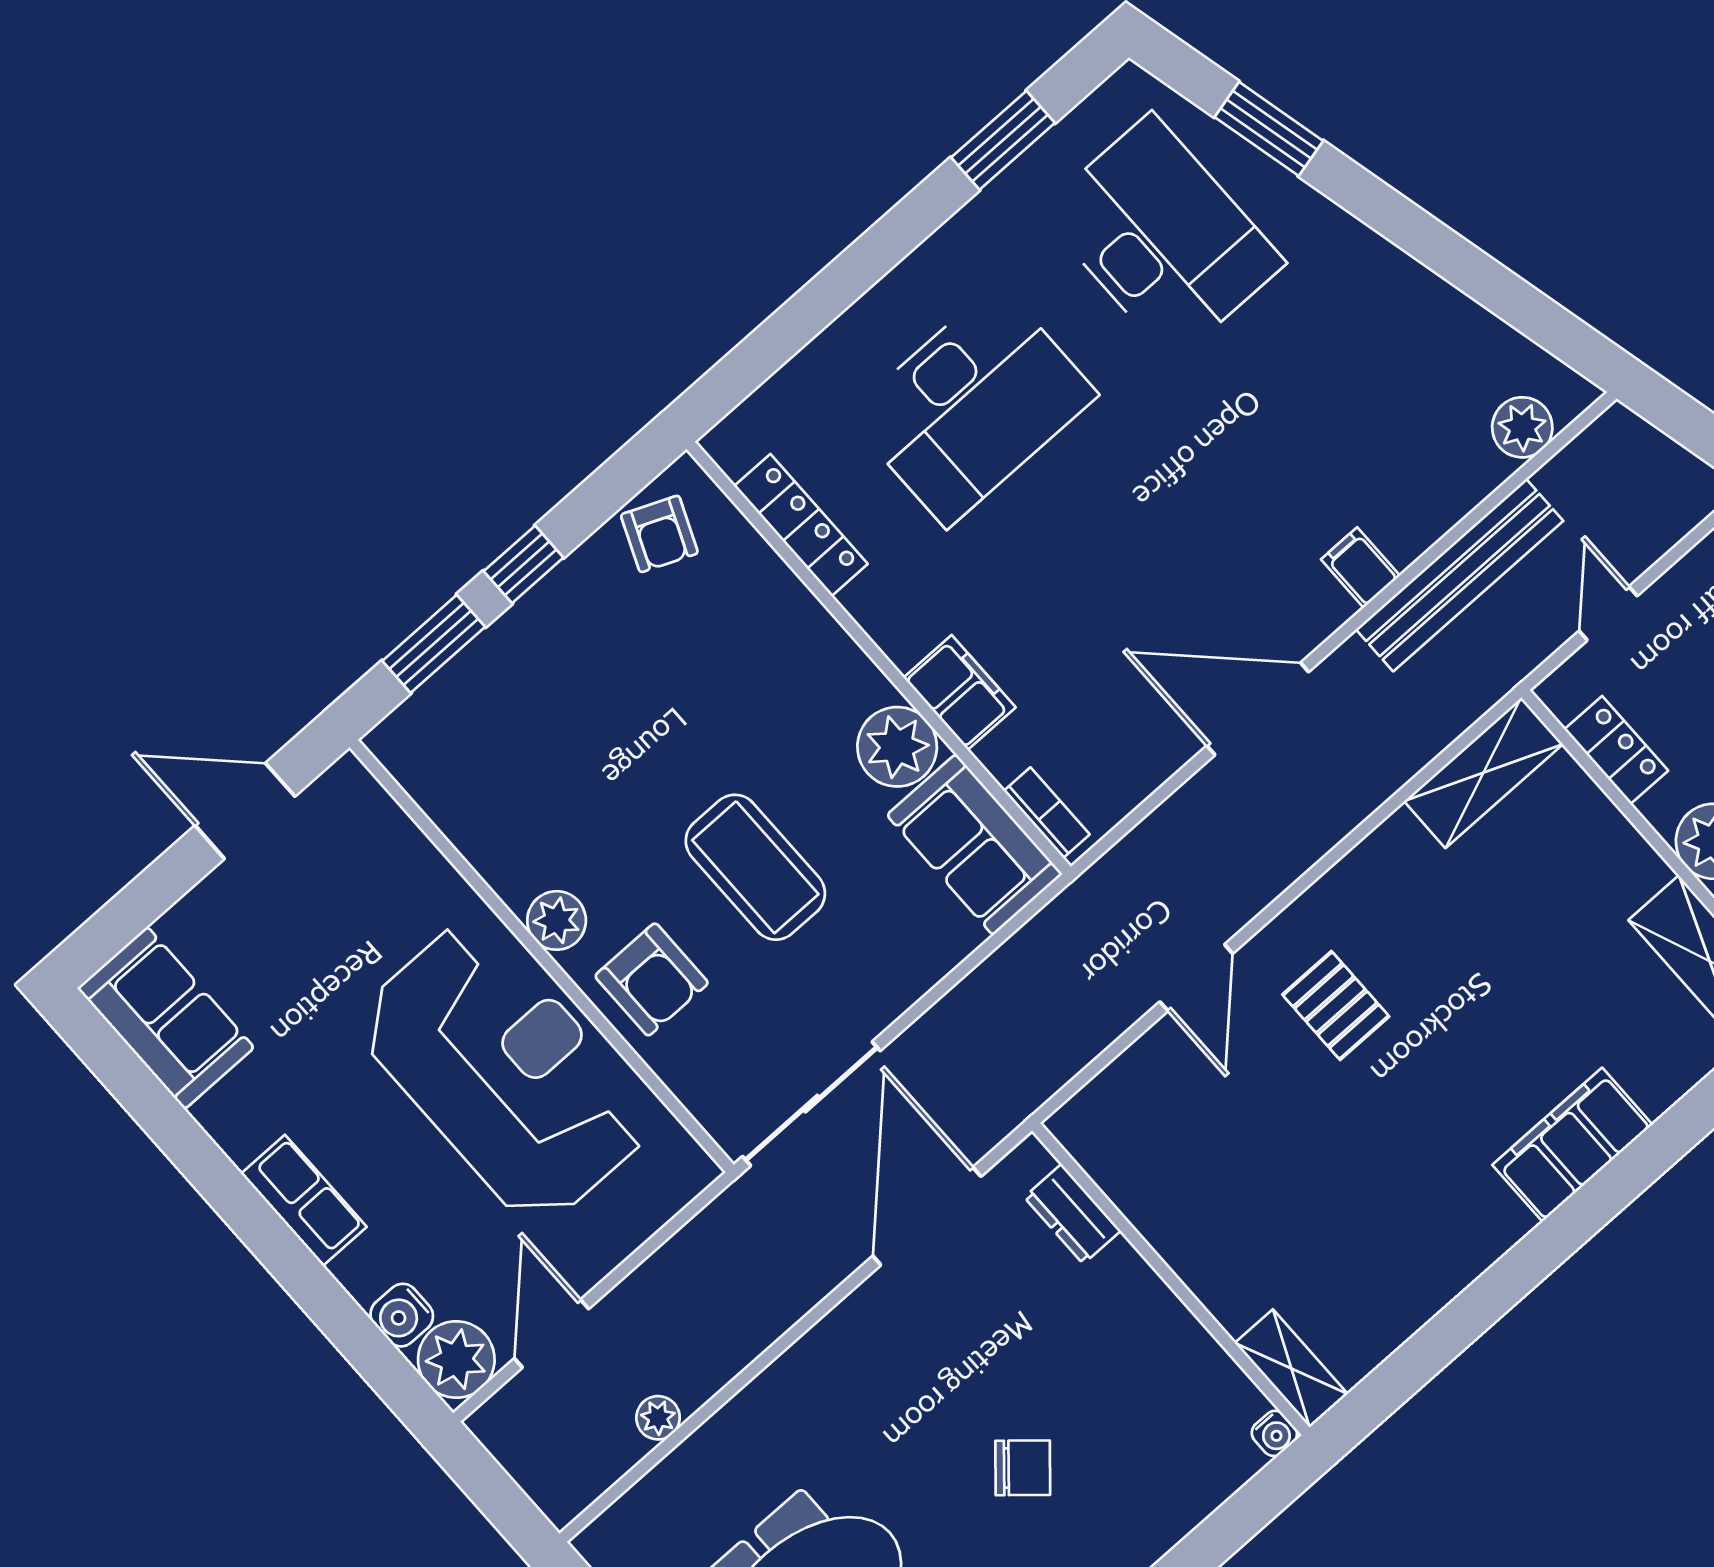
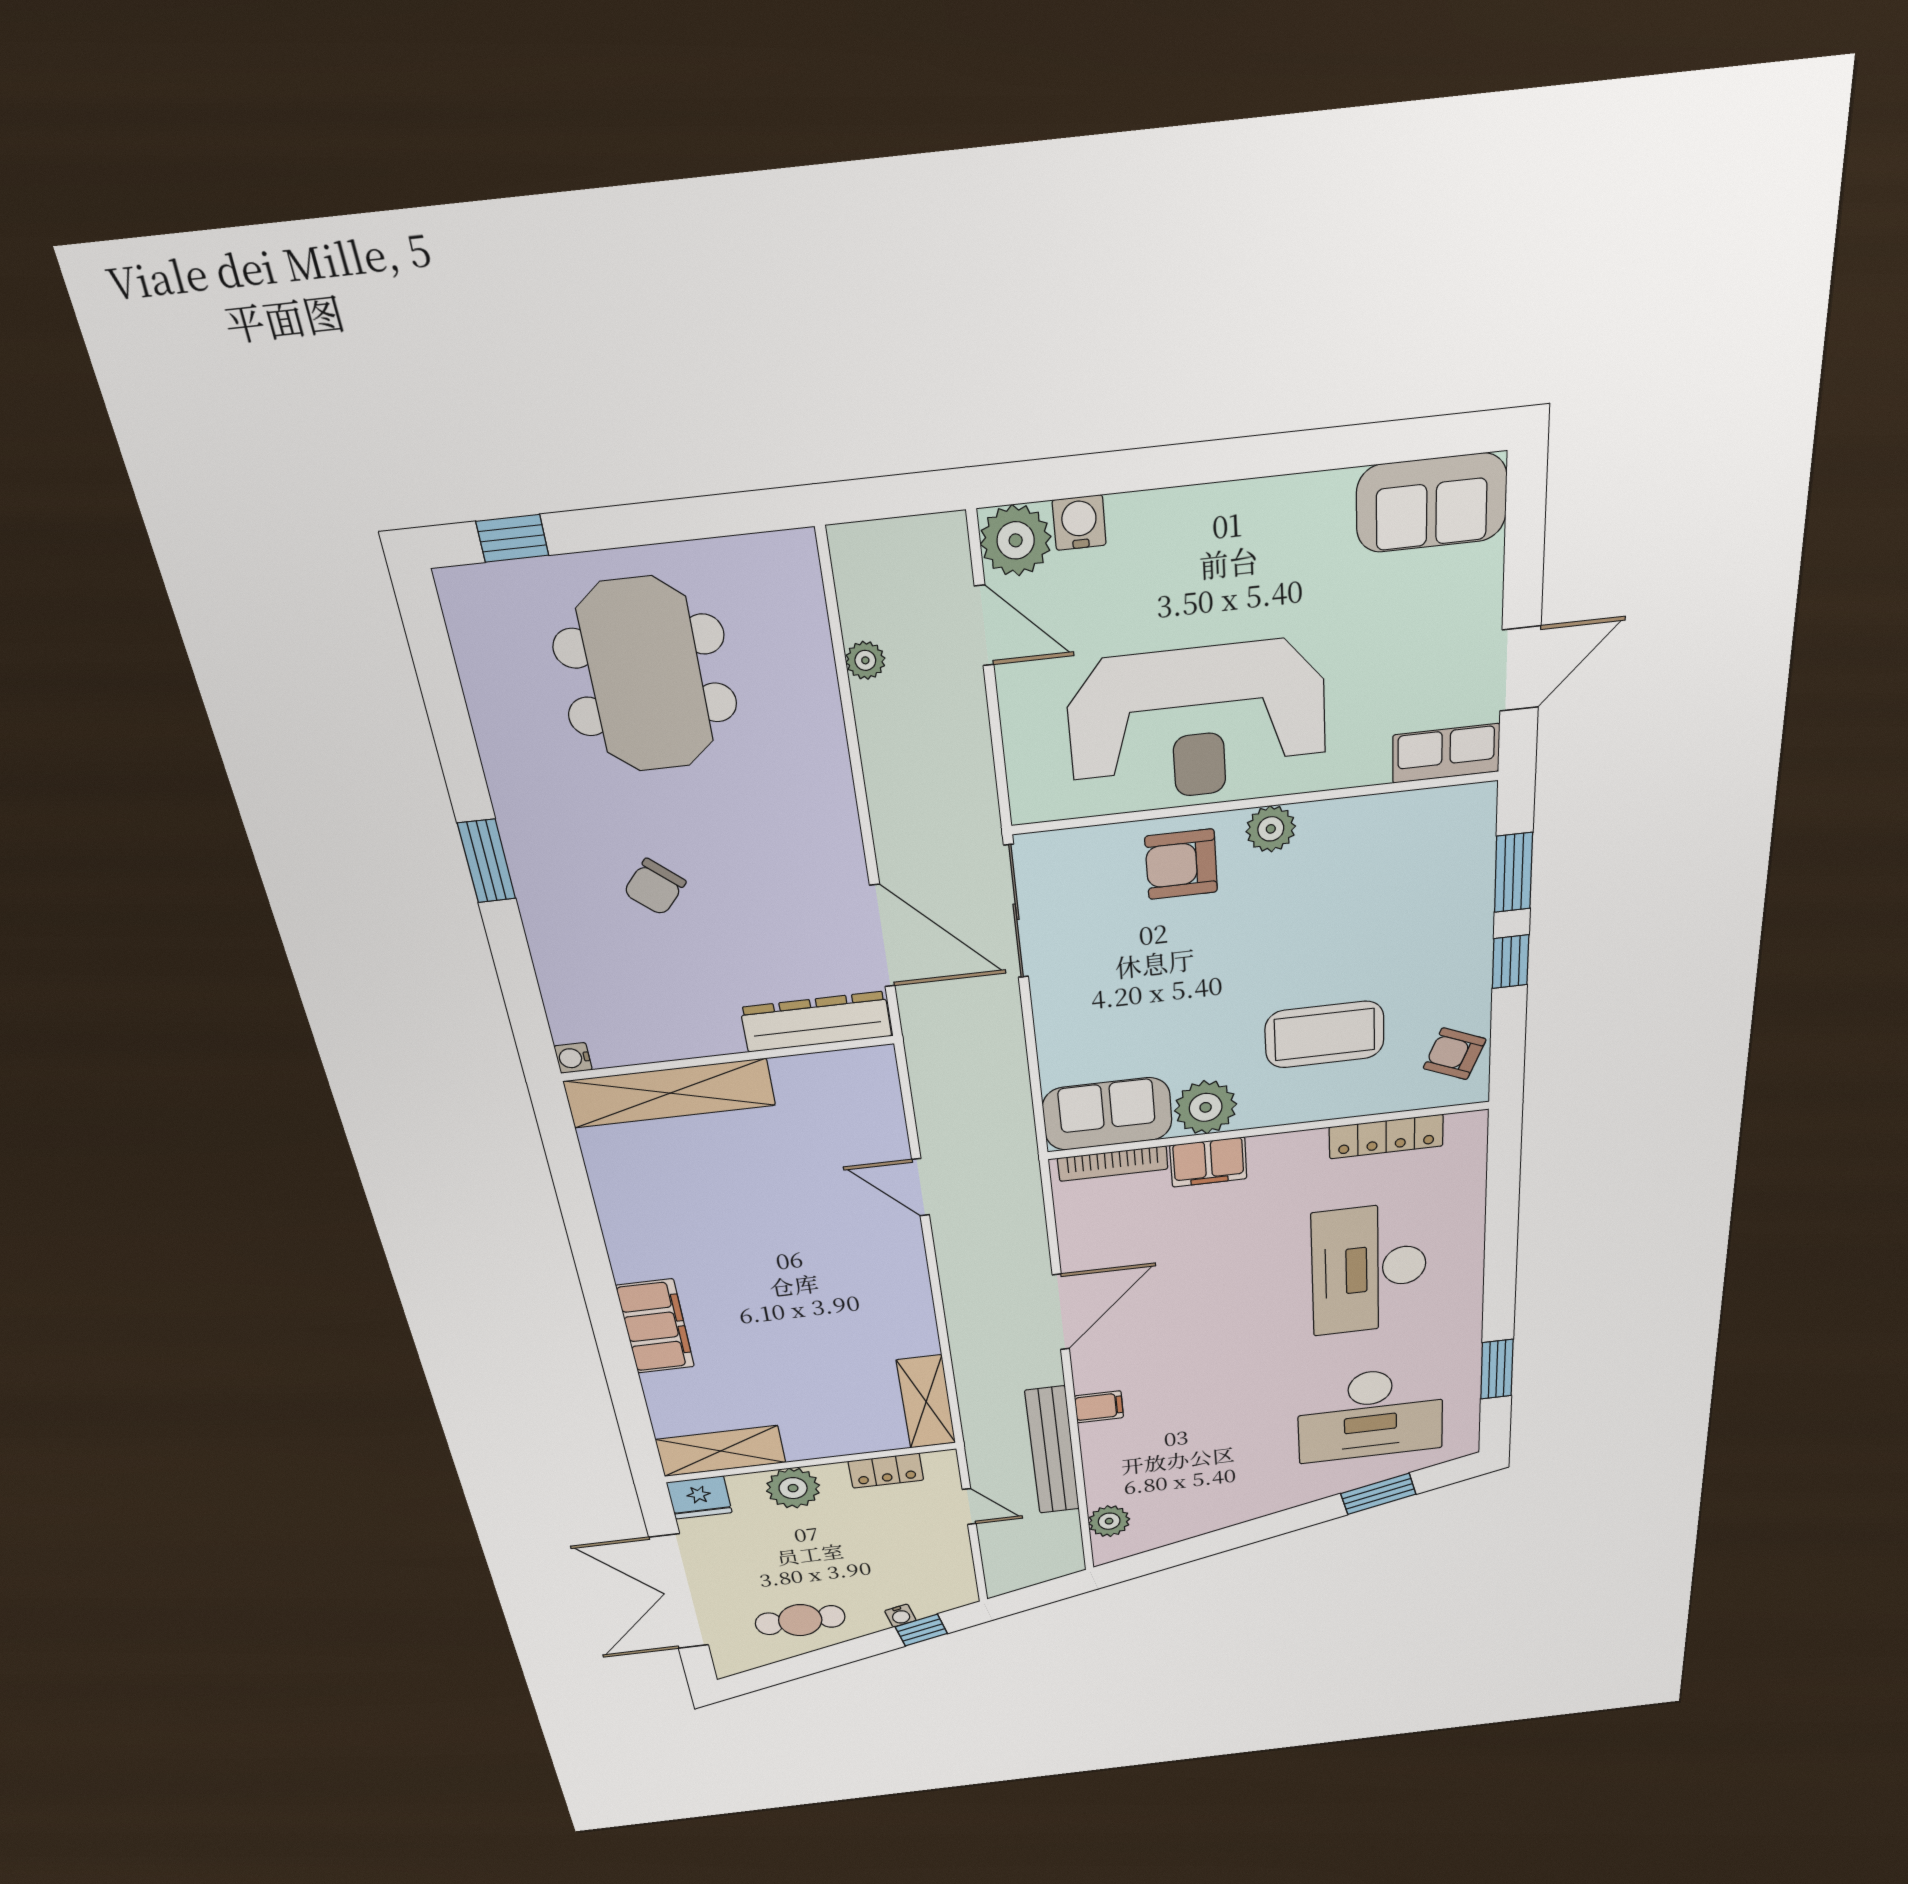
bookcase: (1047, 813) -> (1113, 1164), width x1.56
coffee table: (755, 867) -> (1325, 1035), moved
pallet: (1336, 1005) -> (842, 1252), removed
row of seats: (304, 1200) -> (1446, 753), moved, turned 180
dresser: (1072, 1214) -> (816, 1022), width x1.96, depth x1.24
shelving: (1291, 1369) -> (670, 1093), width x2.20, depth x1.33

